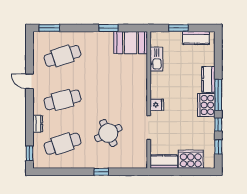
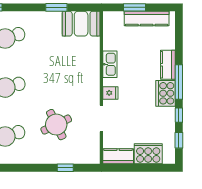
kitchen counter: (196, 38) -> (147, 18), width x1.50
kitchen sink: (156, 59) -> (110, 64), moved
window: (101, 172) -> (65, 168), moved

